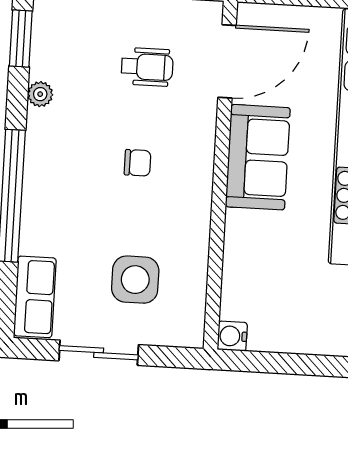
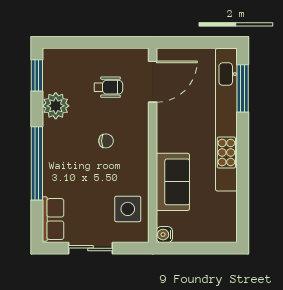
plant: (40, 94) -> (56, 106), width x1.88, depth x1.88
sofa: (258, 157) -> (173, 182), moved
side table: (135, 280) -> (128, 209), moved

